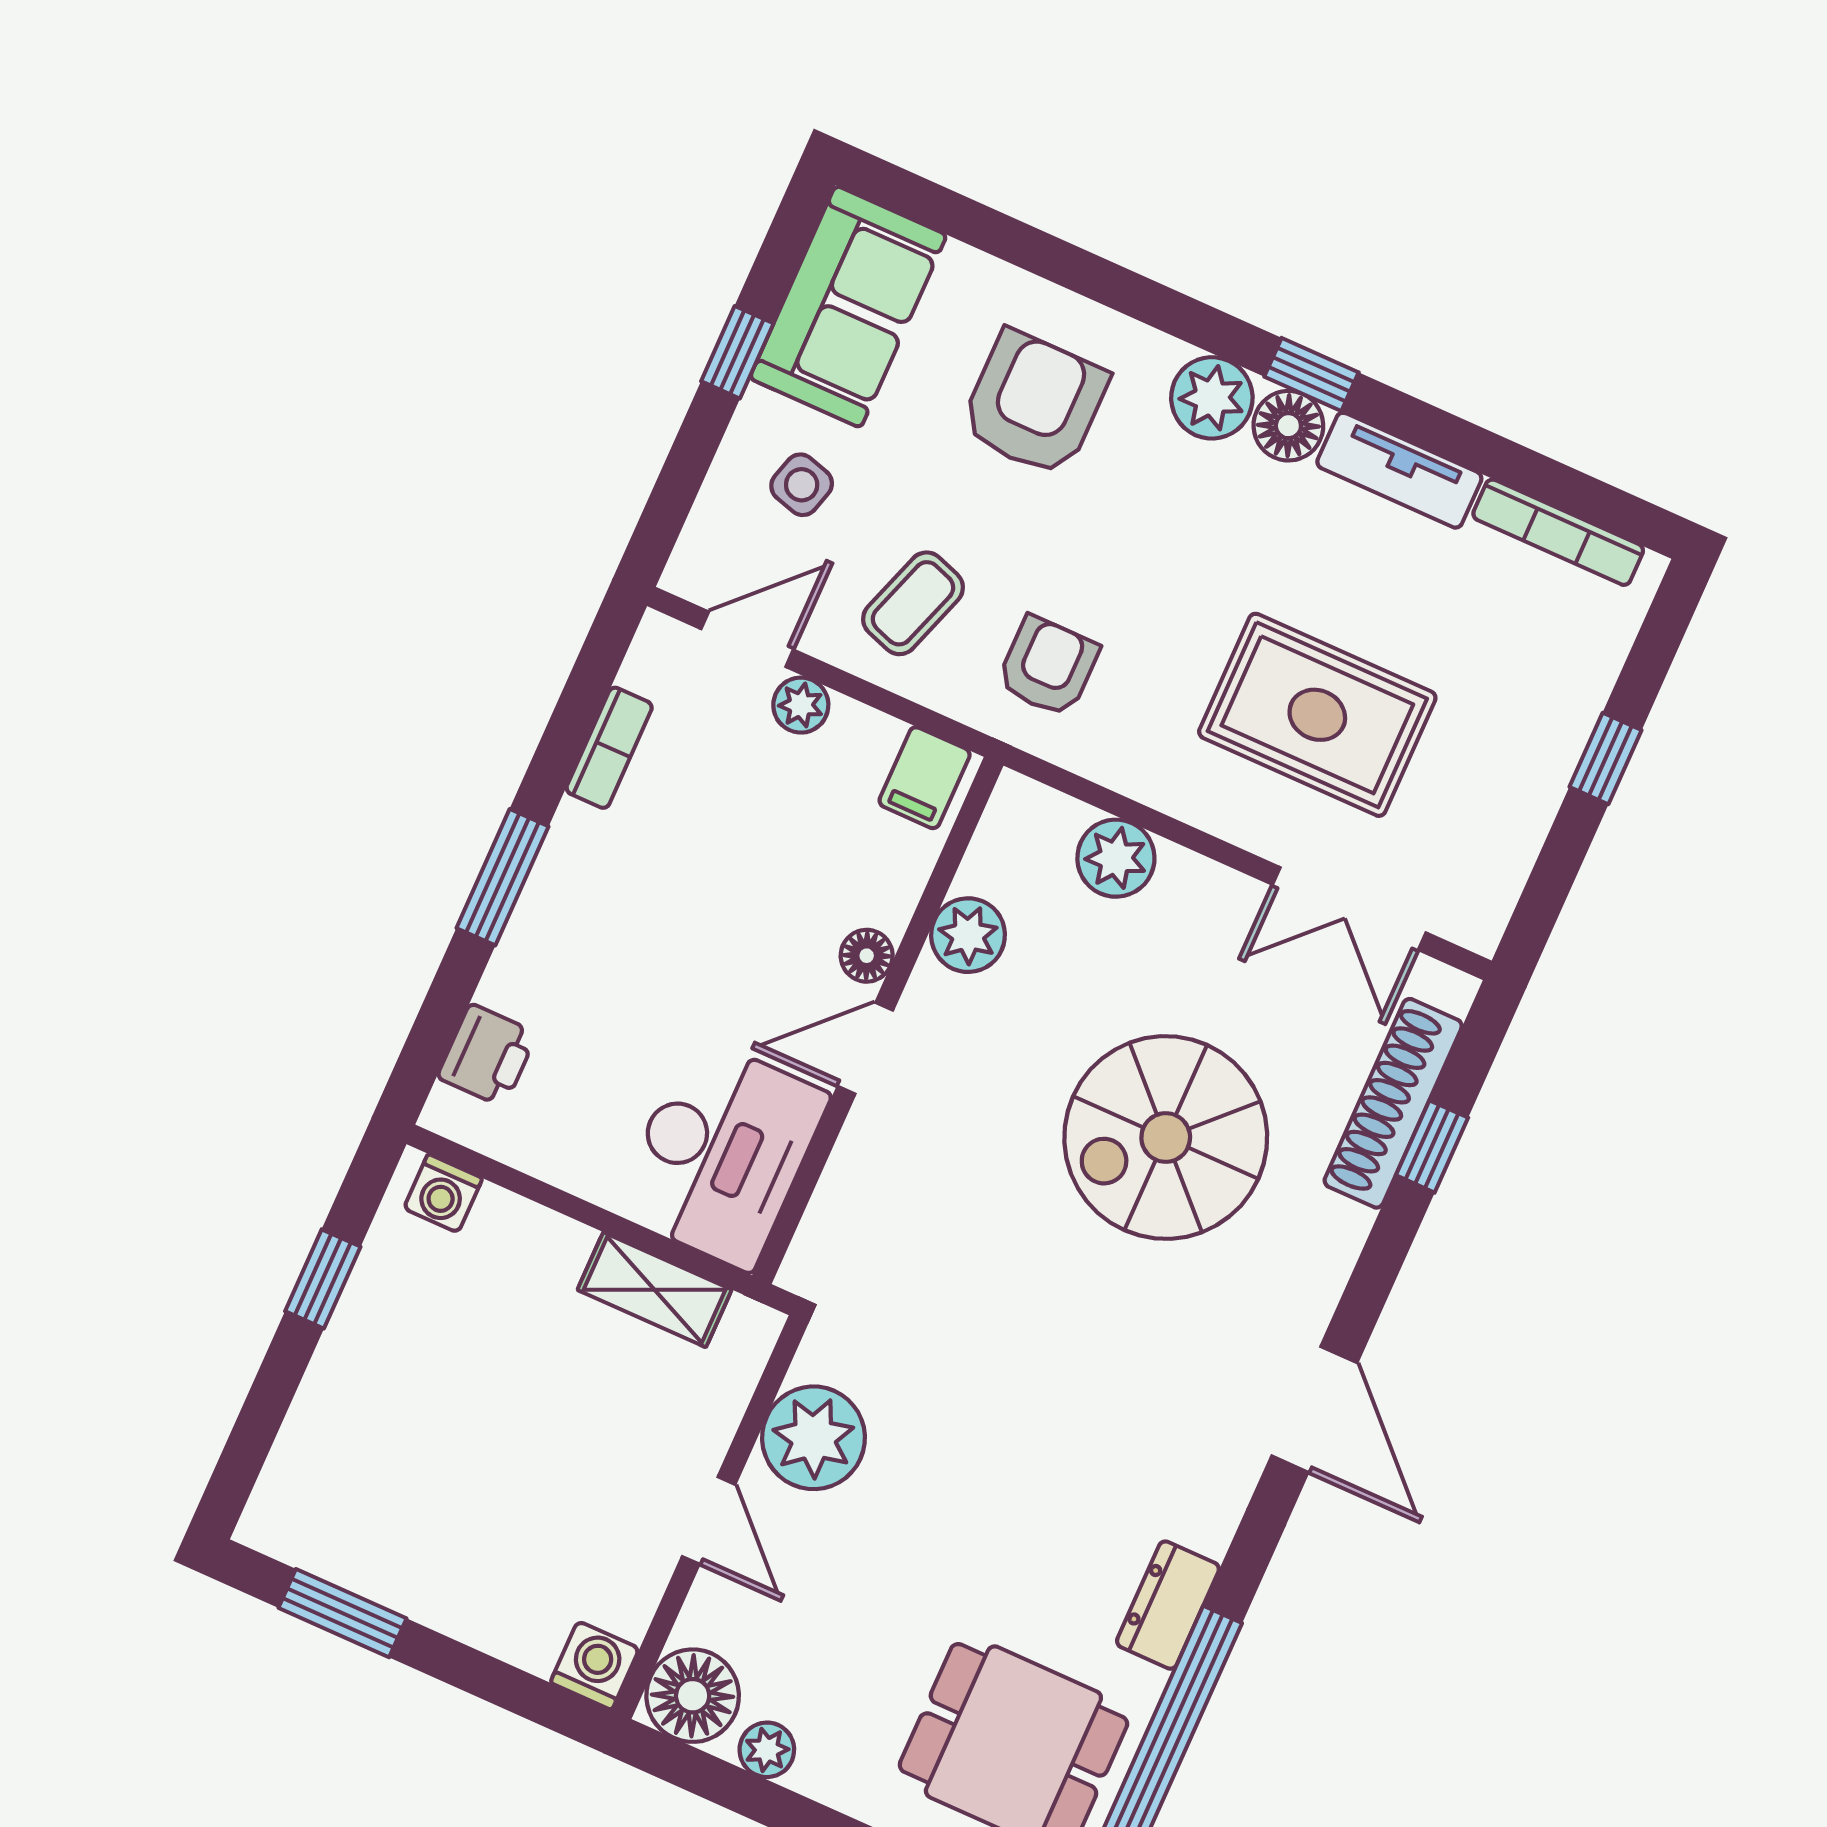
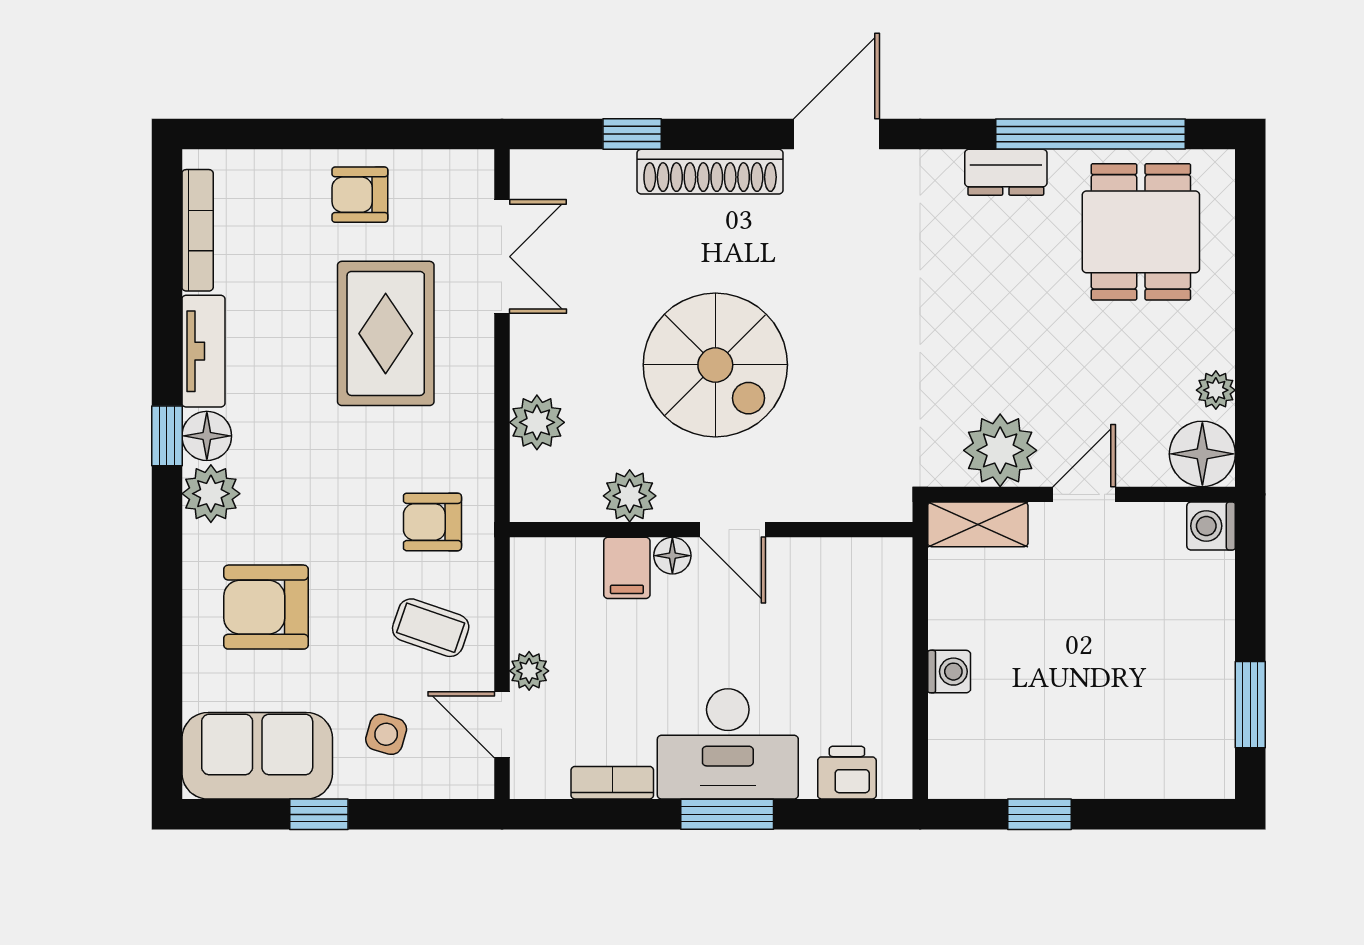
window: (1606, 758) -> (330, 134), removed
armchair: (1511, 761) -> (360, 195), added
filing cabinet: (925, 778) -> (627, 568), moved, turned 90
shoe rack: (1393, 1103) -> (710, 172), moved
spiral stairs: (1166, 1138) -> (715, 365), moved
desk: (722, 1153) -> (728, 744), moved, turned 180
washing machine: (443, 1193) -> (949, 672), moved
shelving: (655, 1290) -> (978, 524), moved, turned 90

